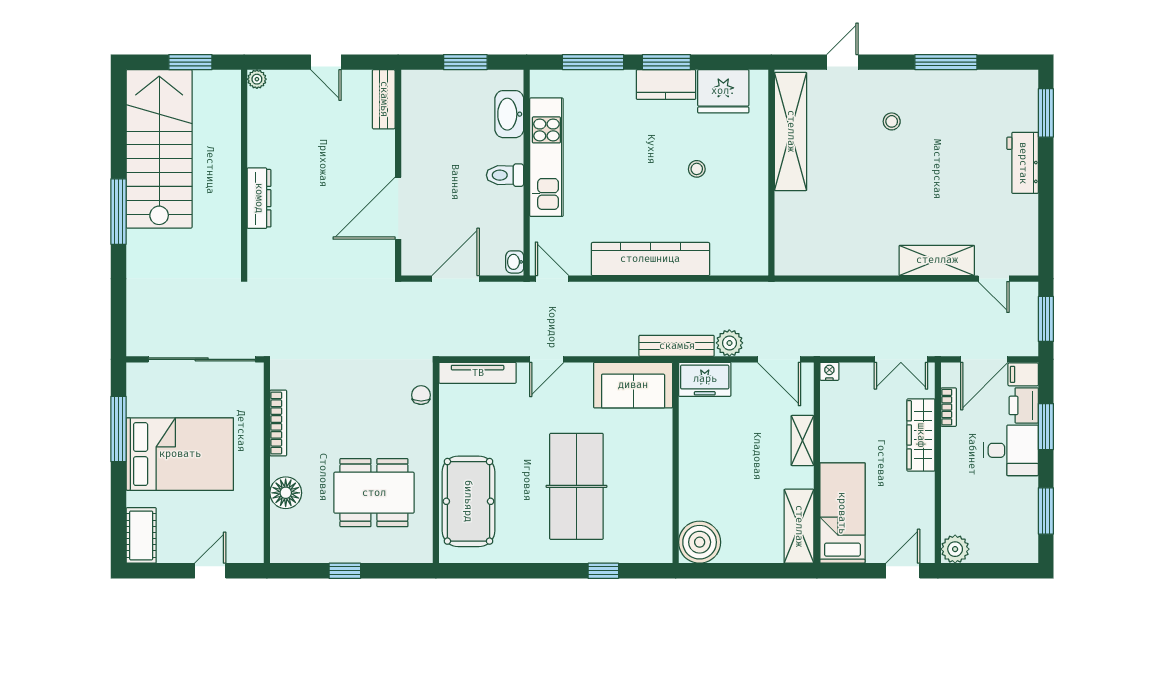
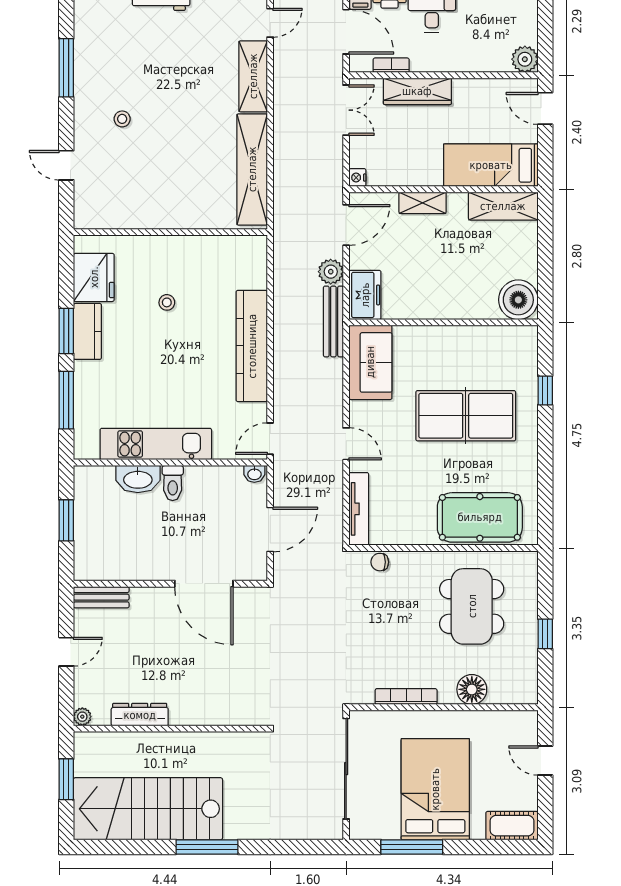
washbasin: (509, 114) -> (138, 479), moved
shelving: (791, 131) -> (252, 169), moved, turned 90
dresser: (259, 198) -> (140, 715), moved
door: (456, 279) -> (270, 530), swing flipped

